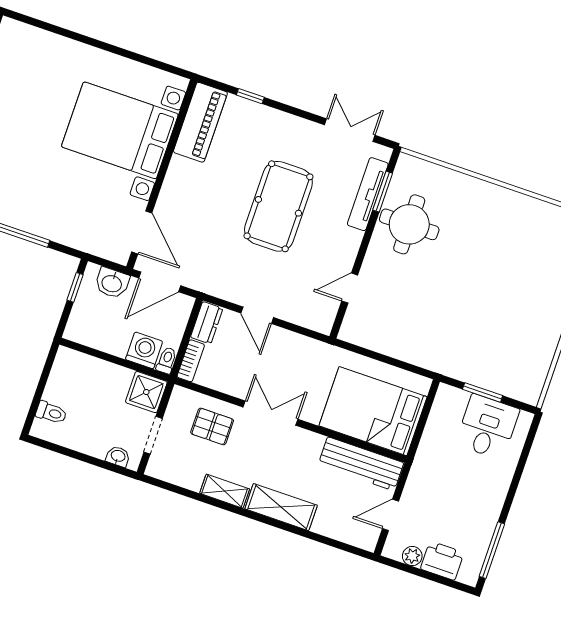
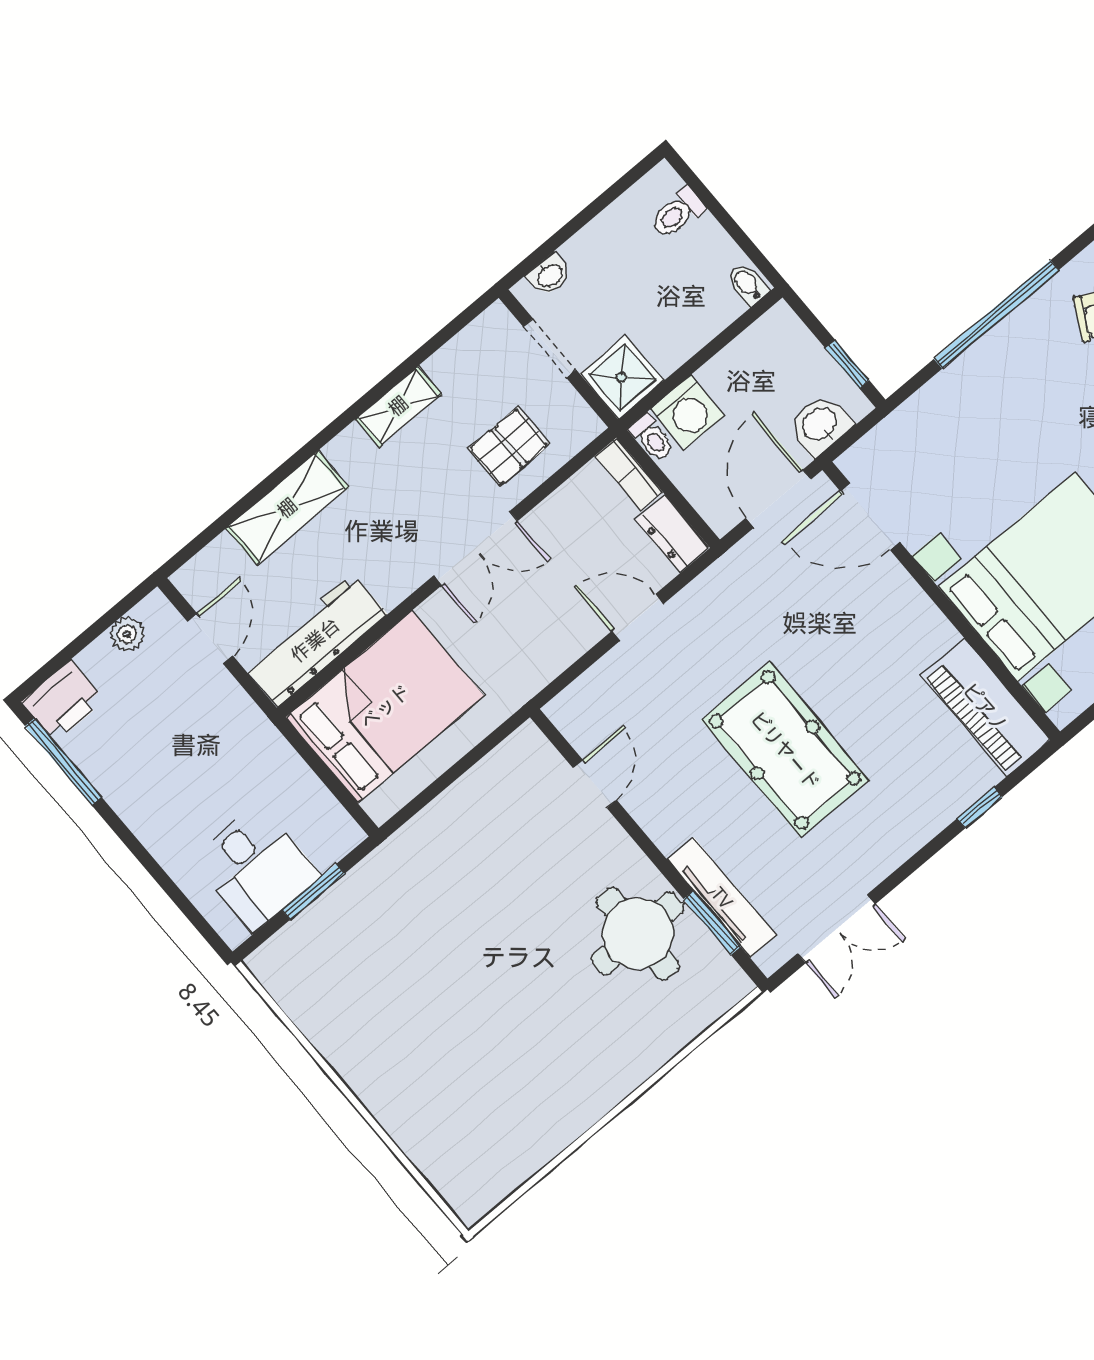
bidet: (65, 358) -> (747, 284), added
shelving: (281, 507) -> (287, 508), moved
printer: (442, 561) -> (63, 701), moved

